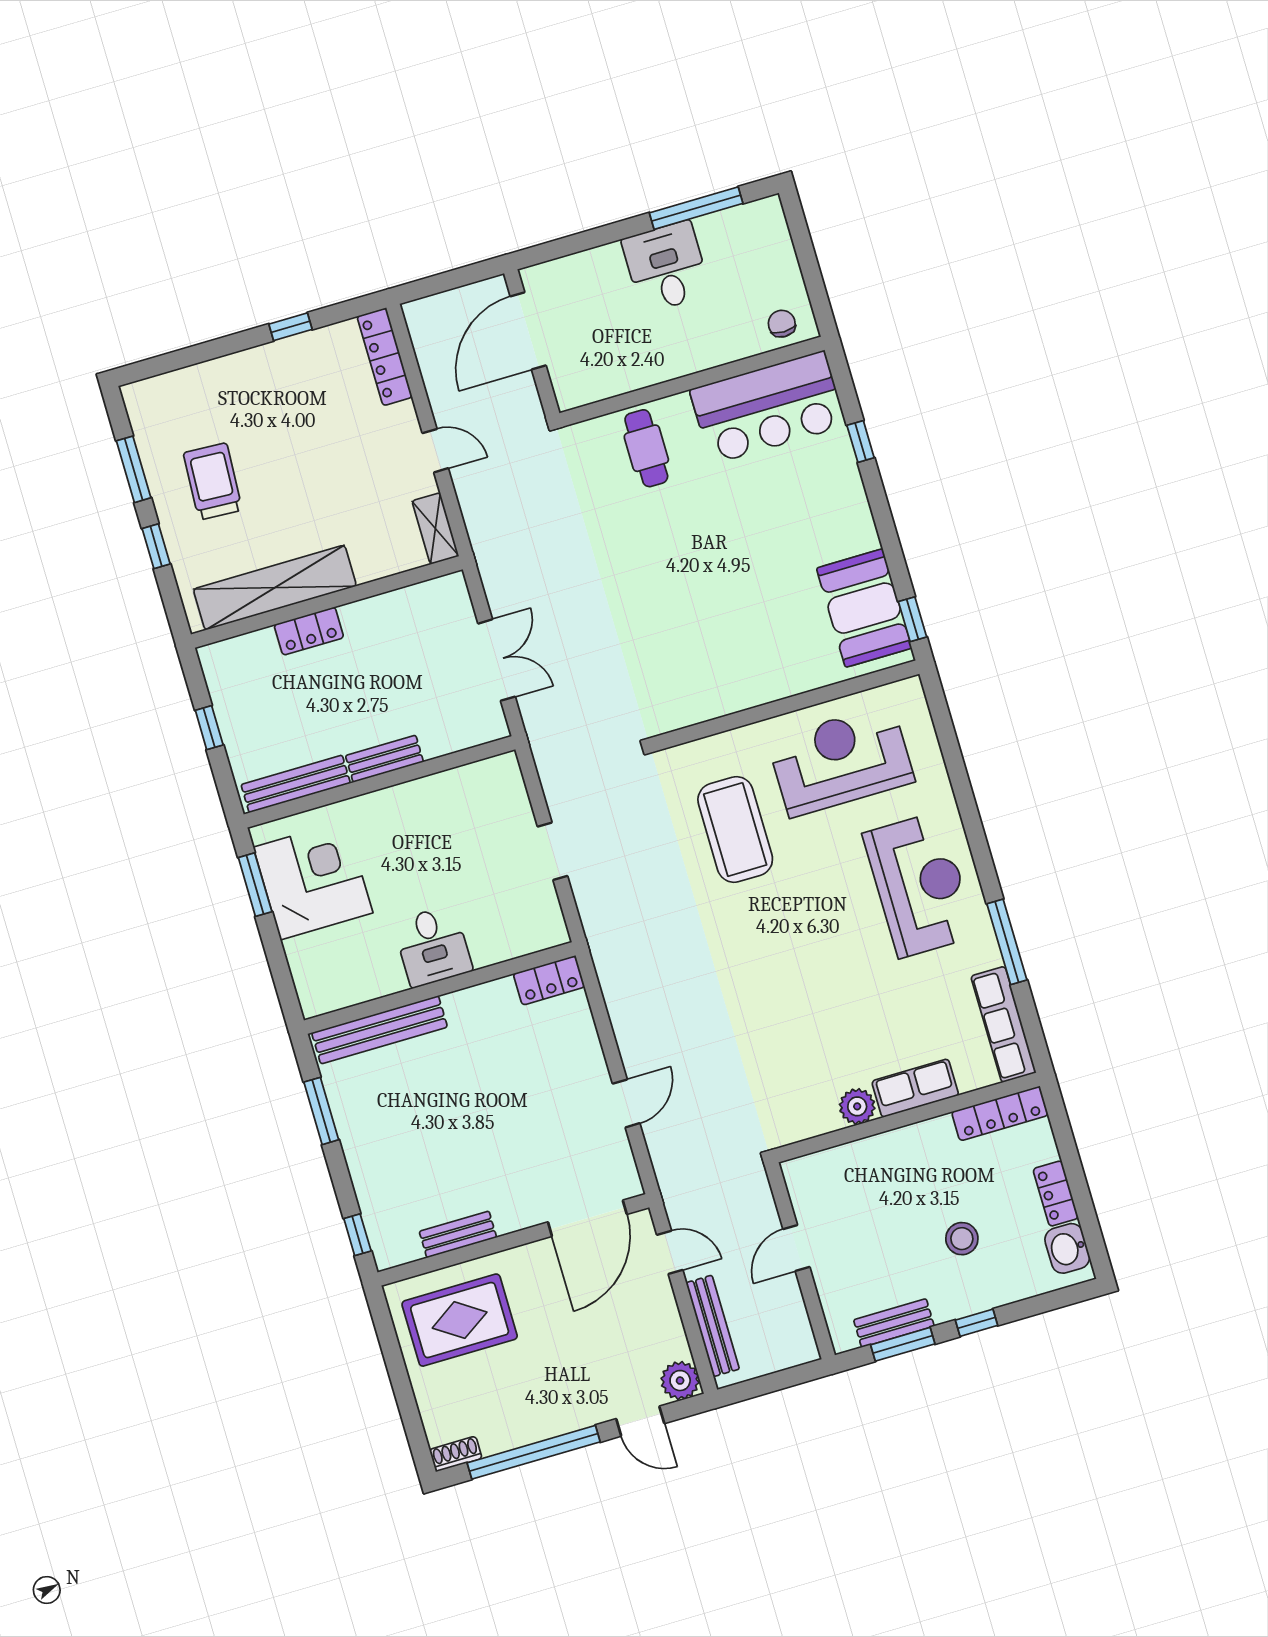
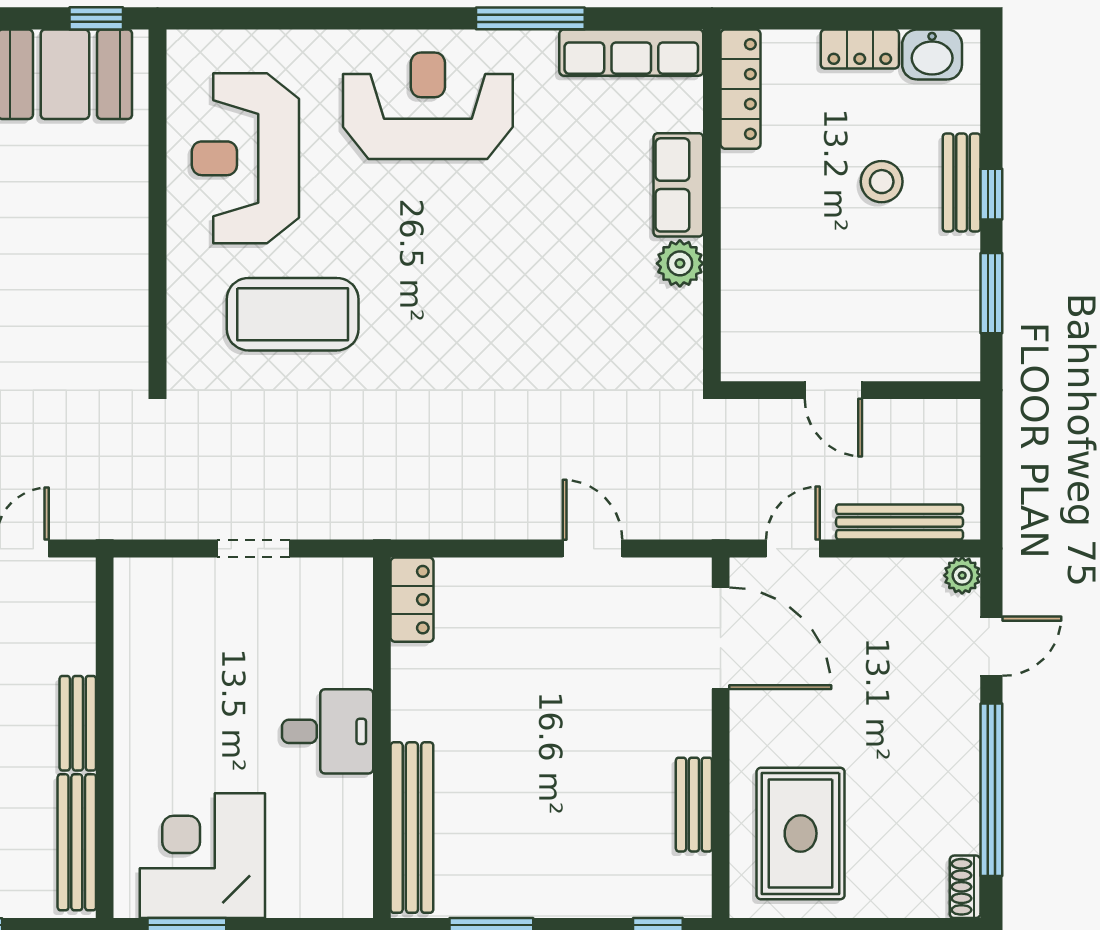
bench: (894, 1323) -> (962, 183), moved
plant: (680, 1381) -> (962, 575), width x0.73, depth x0.73

